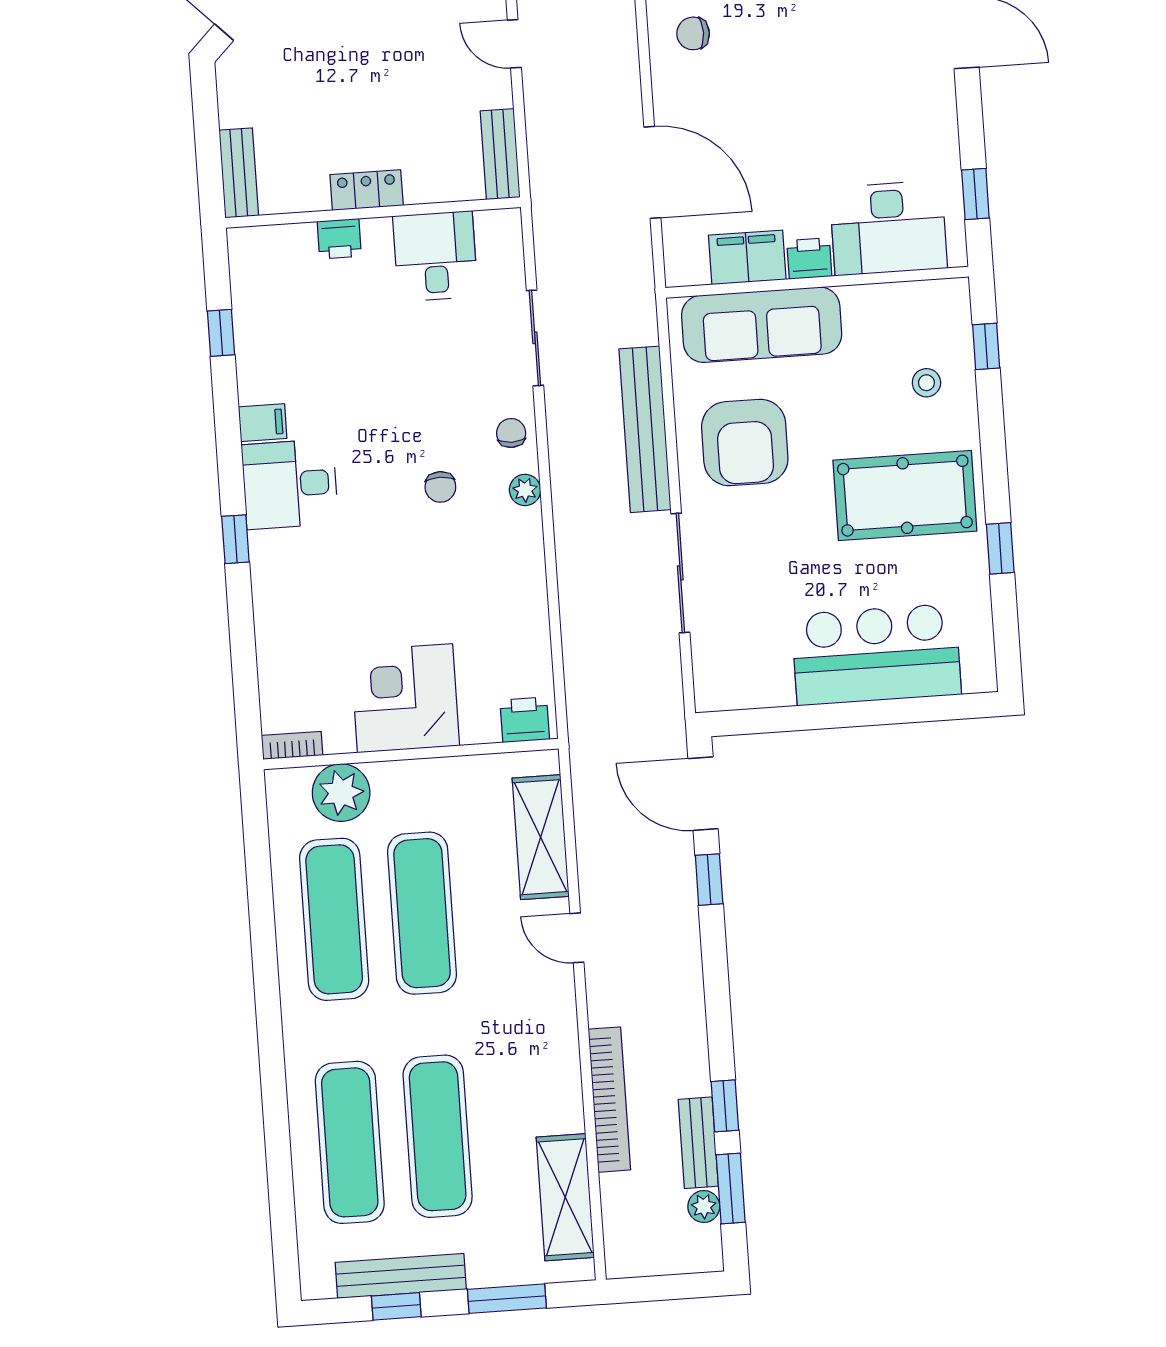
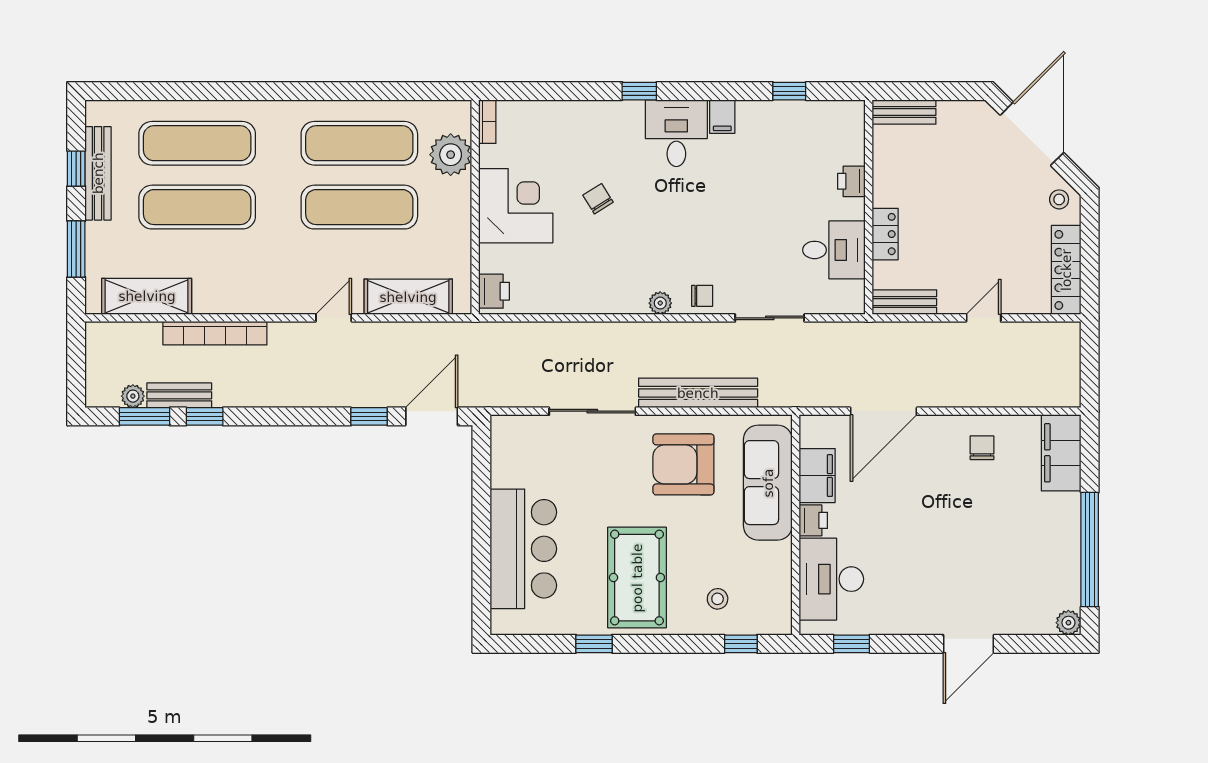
locker: (367, 190) -> (885, 234), moved
chair: (440, 487) -> (598, 199), moved, turned 58

